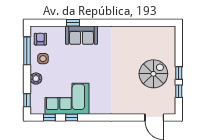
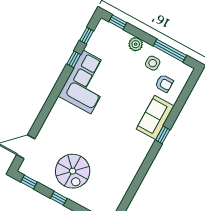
window: (73, 23) -> (163, 135), moved
armchair: (40, 39) -> (164, 84), moved
window: (179, 91) -> (29, 182), moved
corner sofa: (67, 99) -> (87, 82), moved

